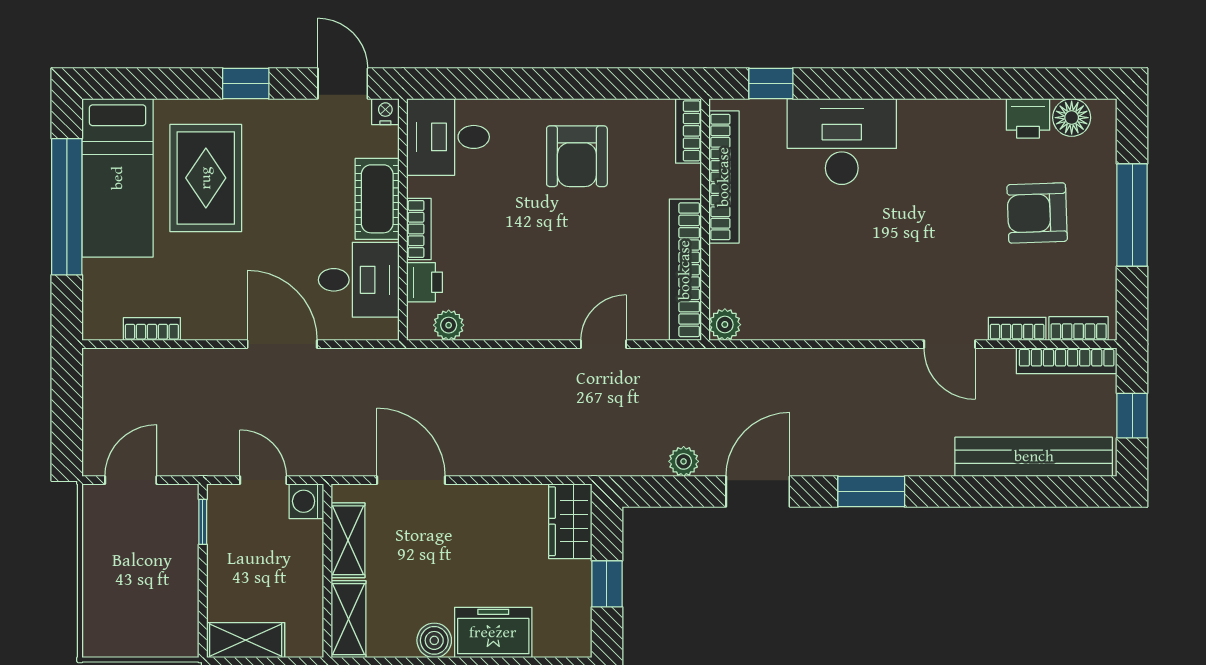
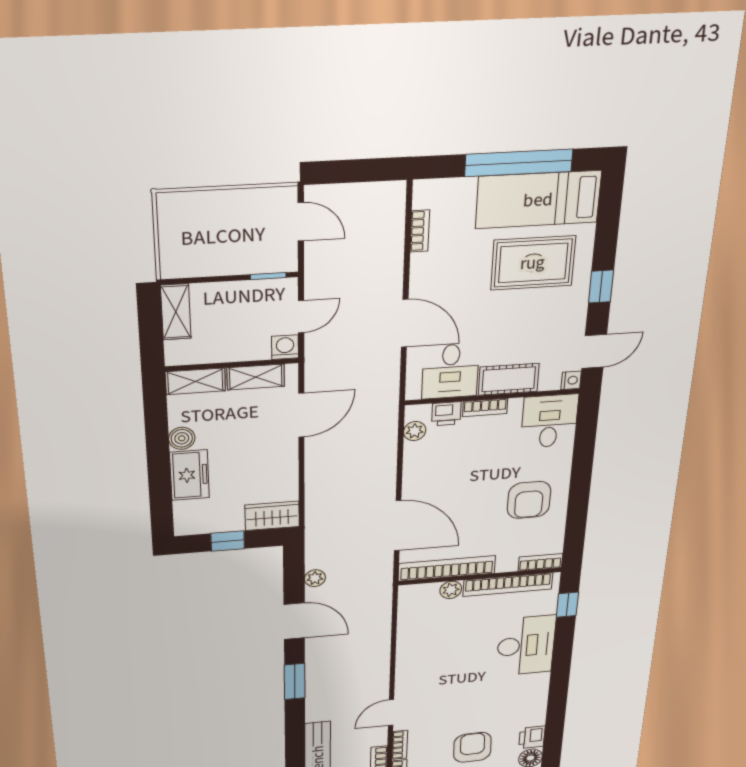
armchair: (577, 156) -> (529, 500), turned -90
plant: (725, 325) -> (451, 590), moved
door: (282, 344) -> (405, 323), hinge flipped
door: (604, 344) -> (398, 526), width x1.88

